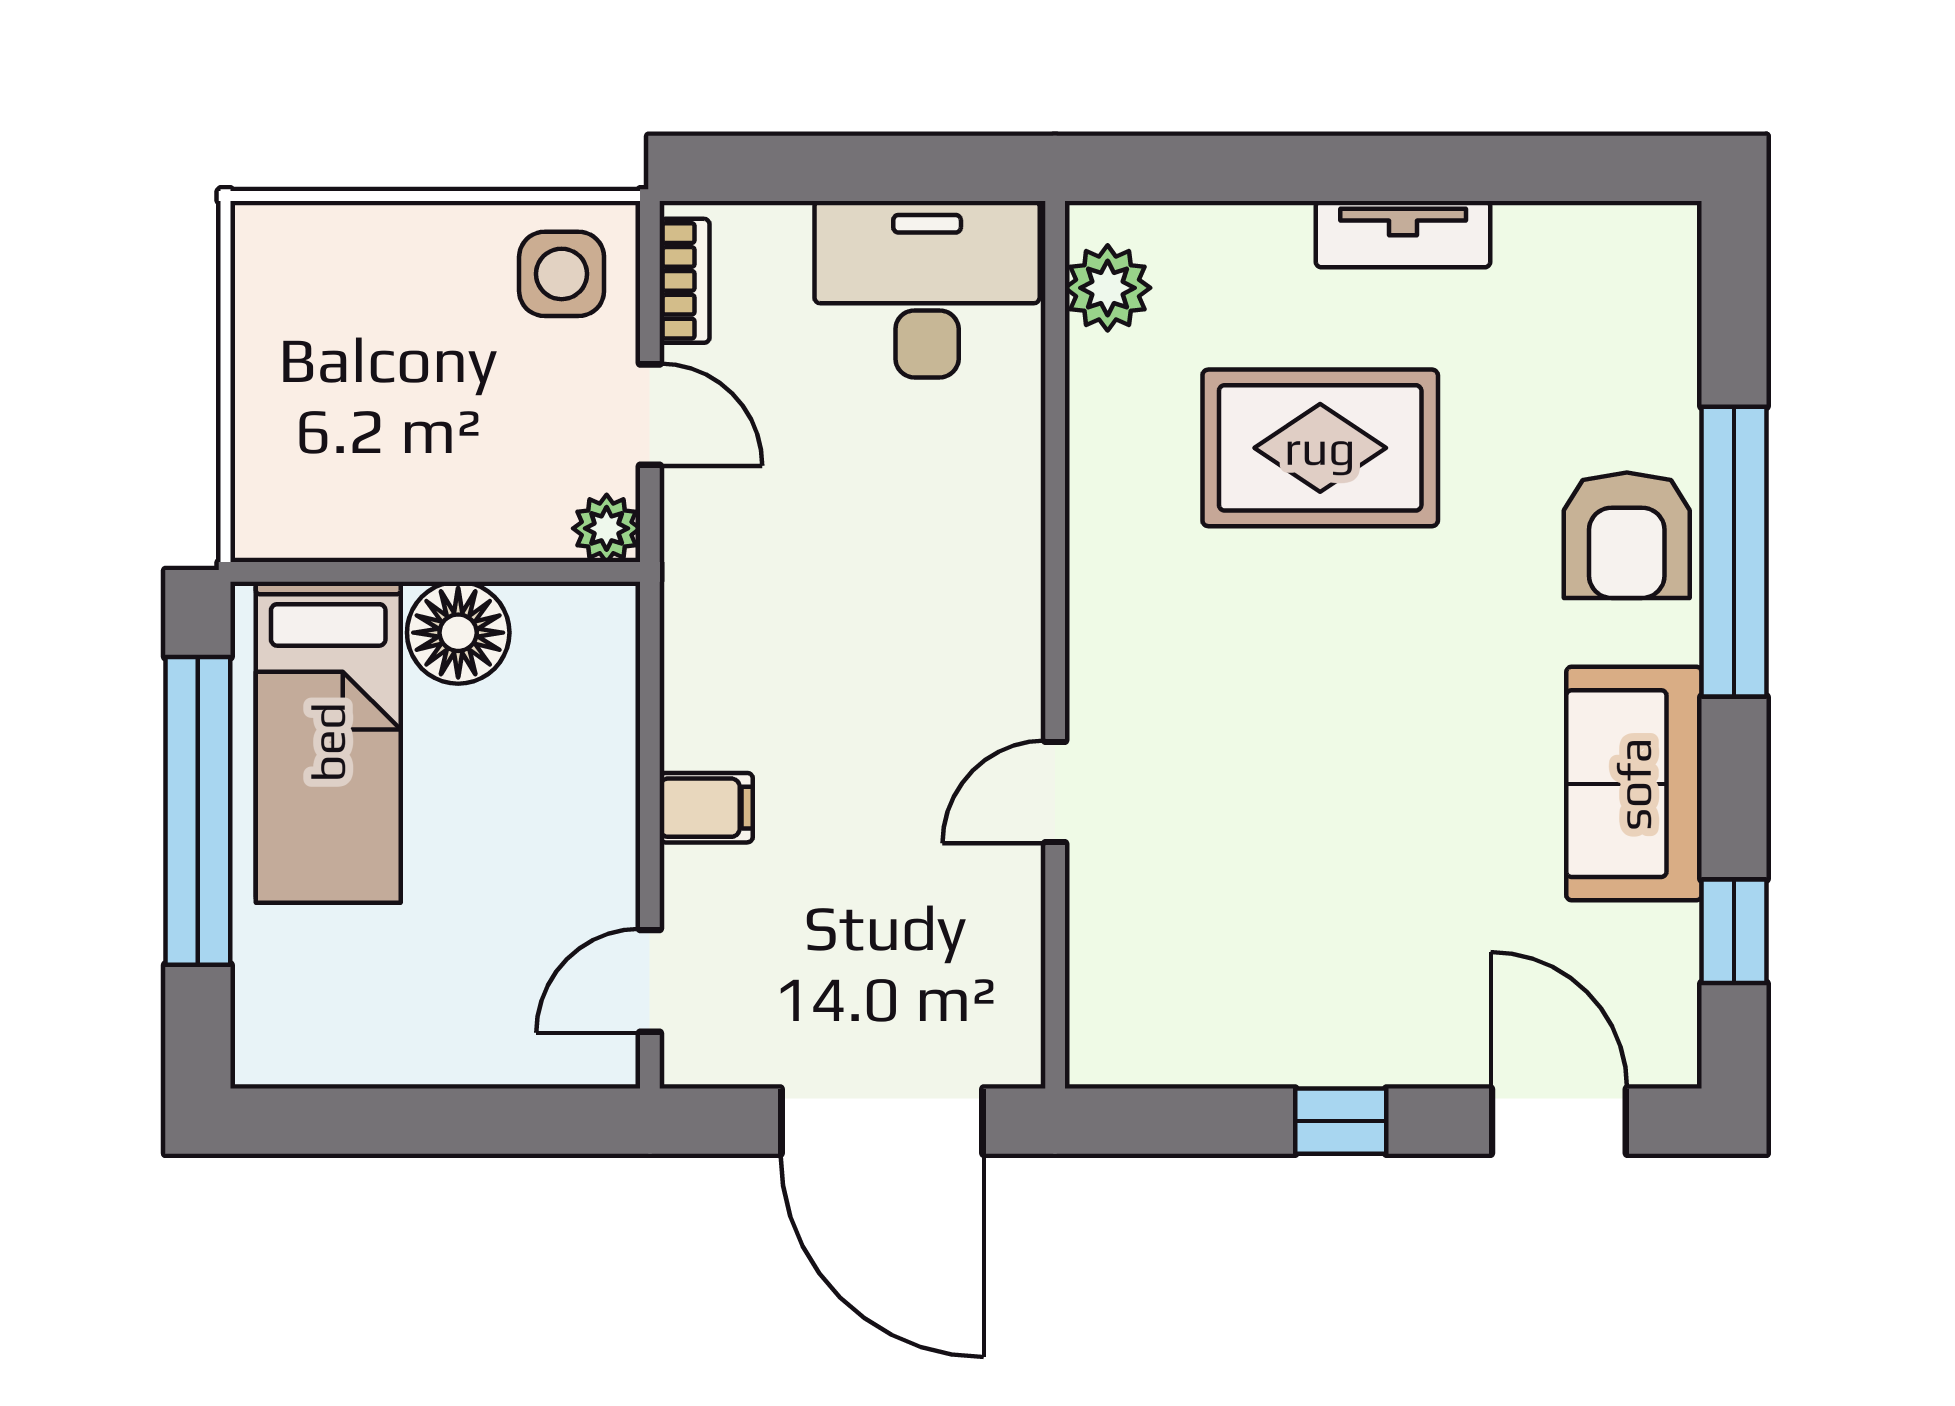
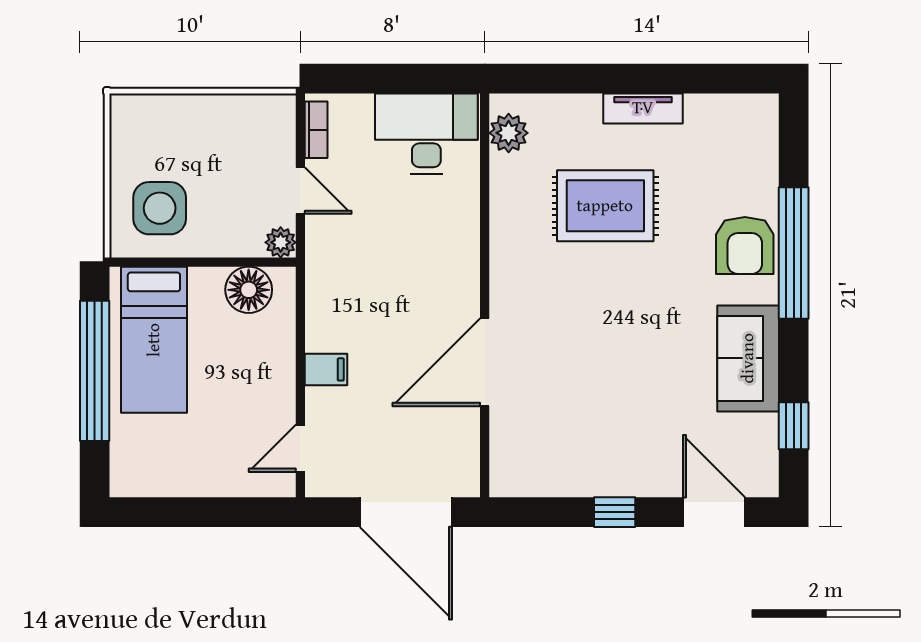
side table: (562, 274) -> (160, 208), moved, width x1.37, depth x1.37
floor lamp: (458, 633) -> (249, 290), moved
door: (1055, 792) -> (485, 362), width x1.87

